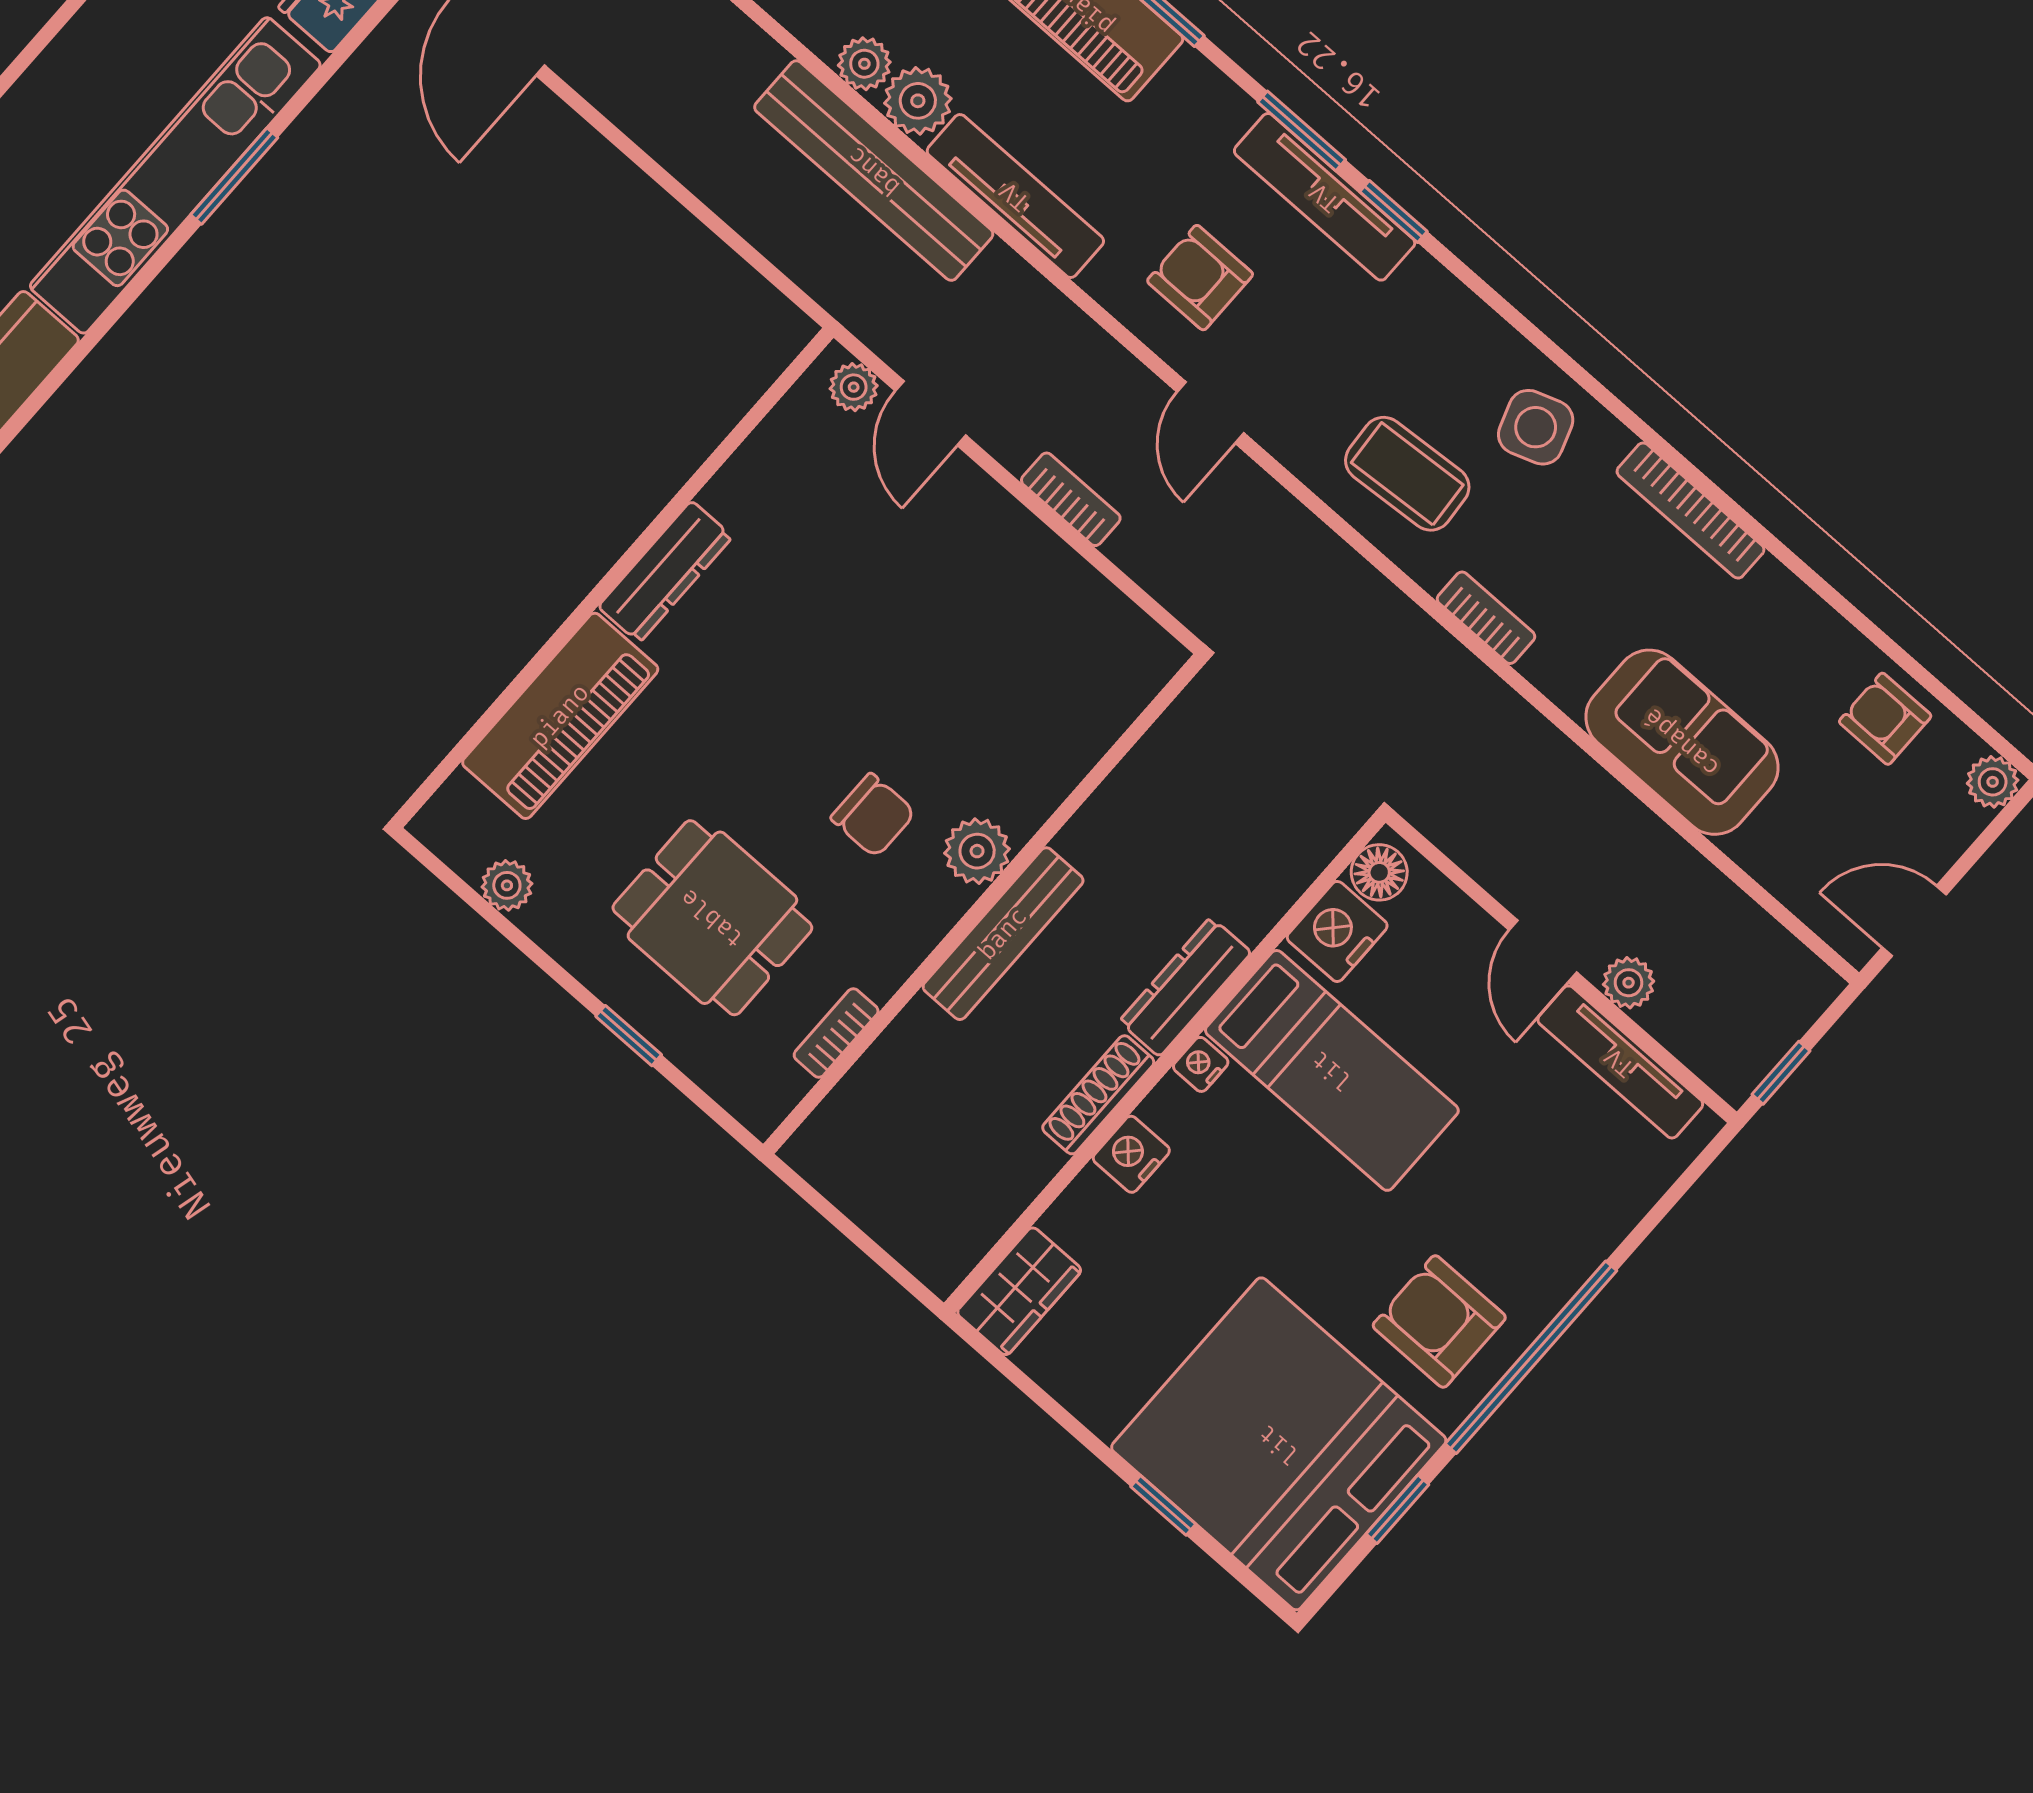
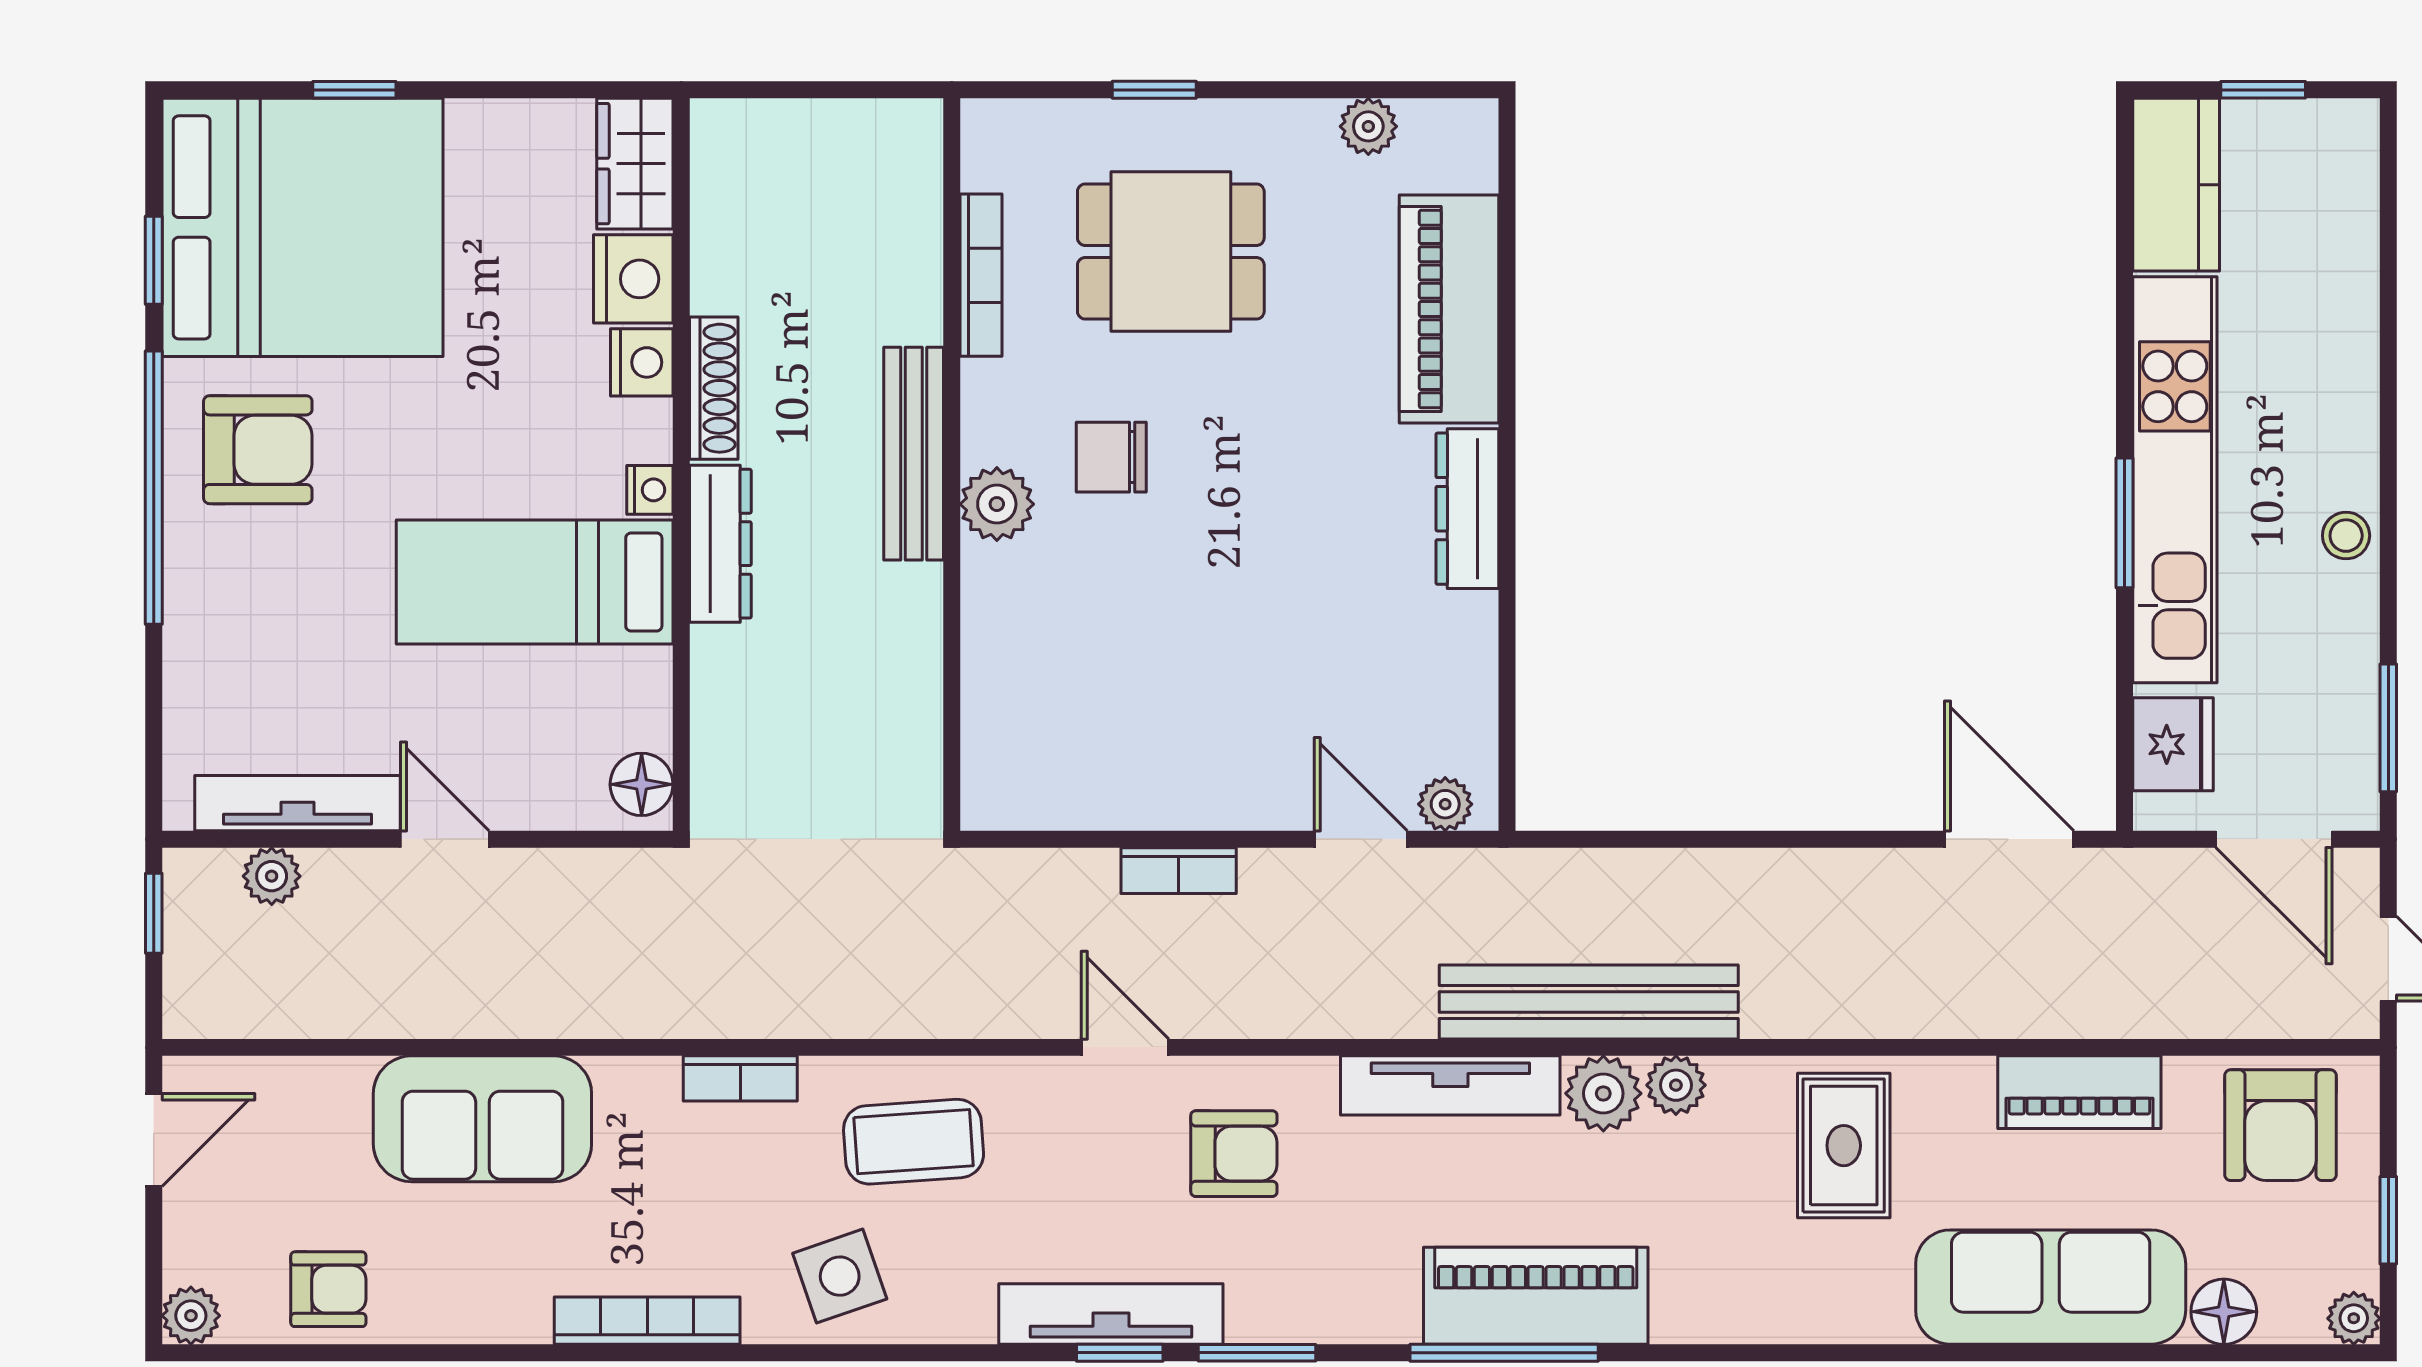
stool: (94, 38) -> (2346, 536), added
tv unit: (1325, 197) -> (1111, 1314), moved
nightstand: (1337, 931) -> (633, 279), moved
plant: (1629, 983) -> (272, 876), moved
bookcase: (836, 1033) -> (981, 275), width x1.56

